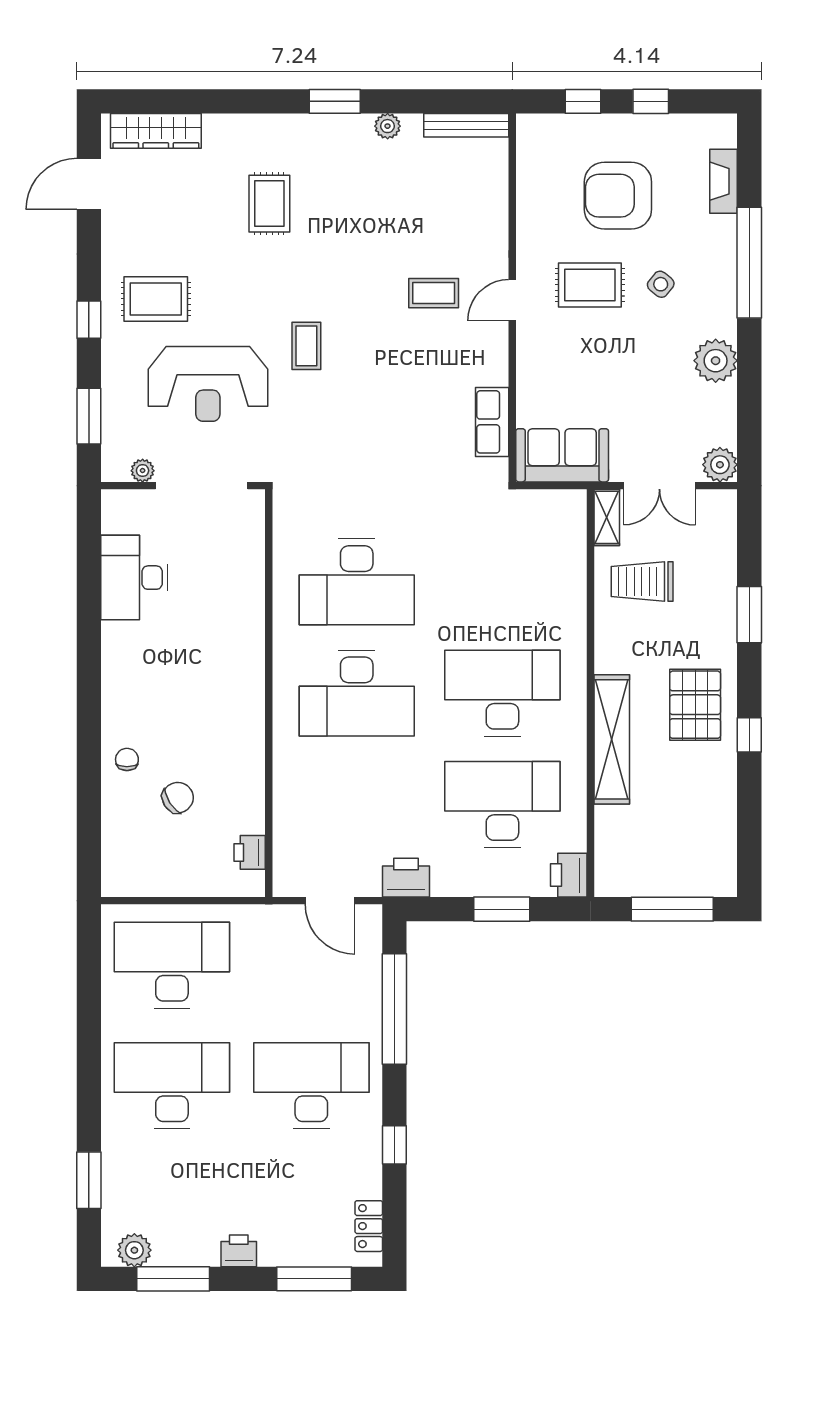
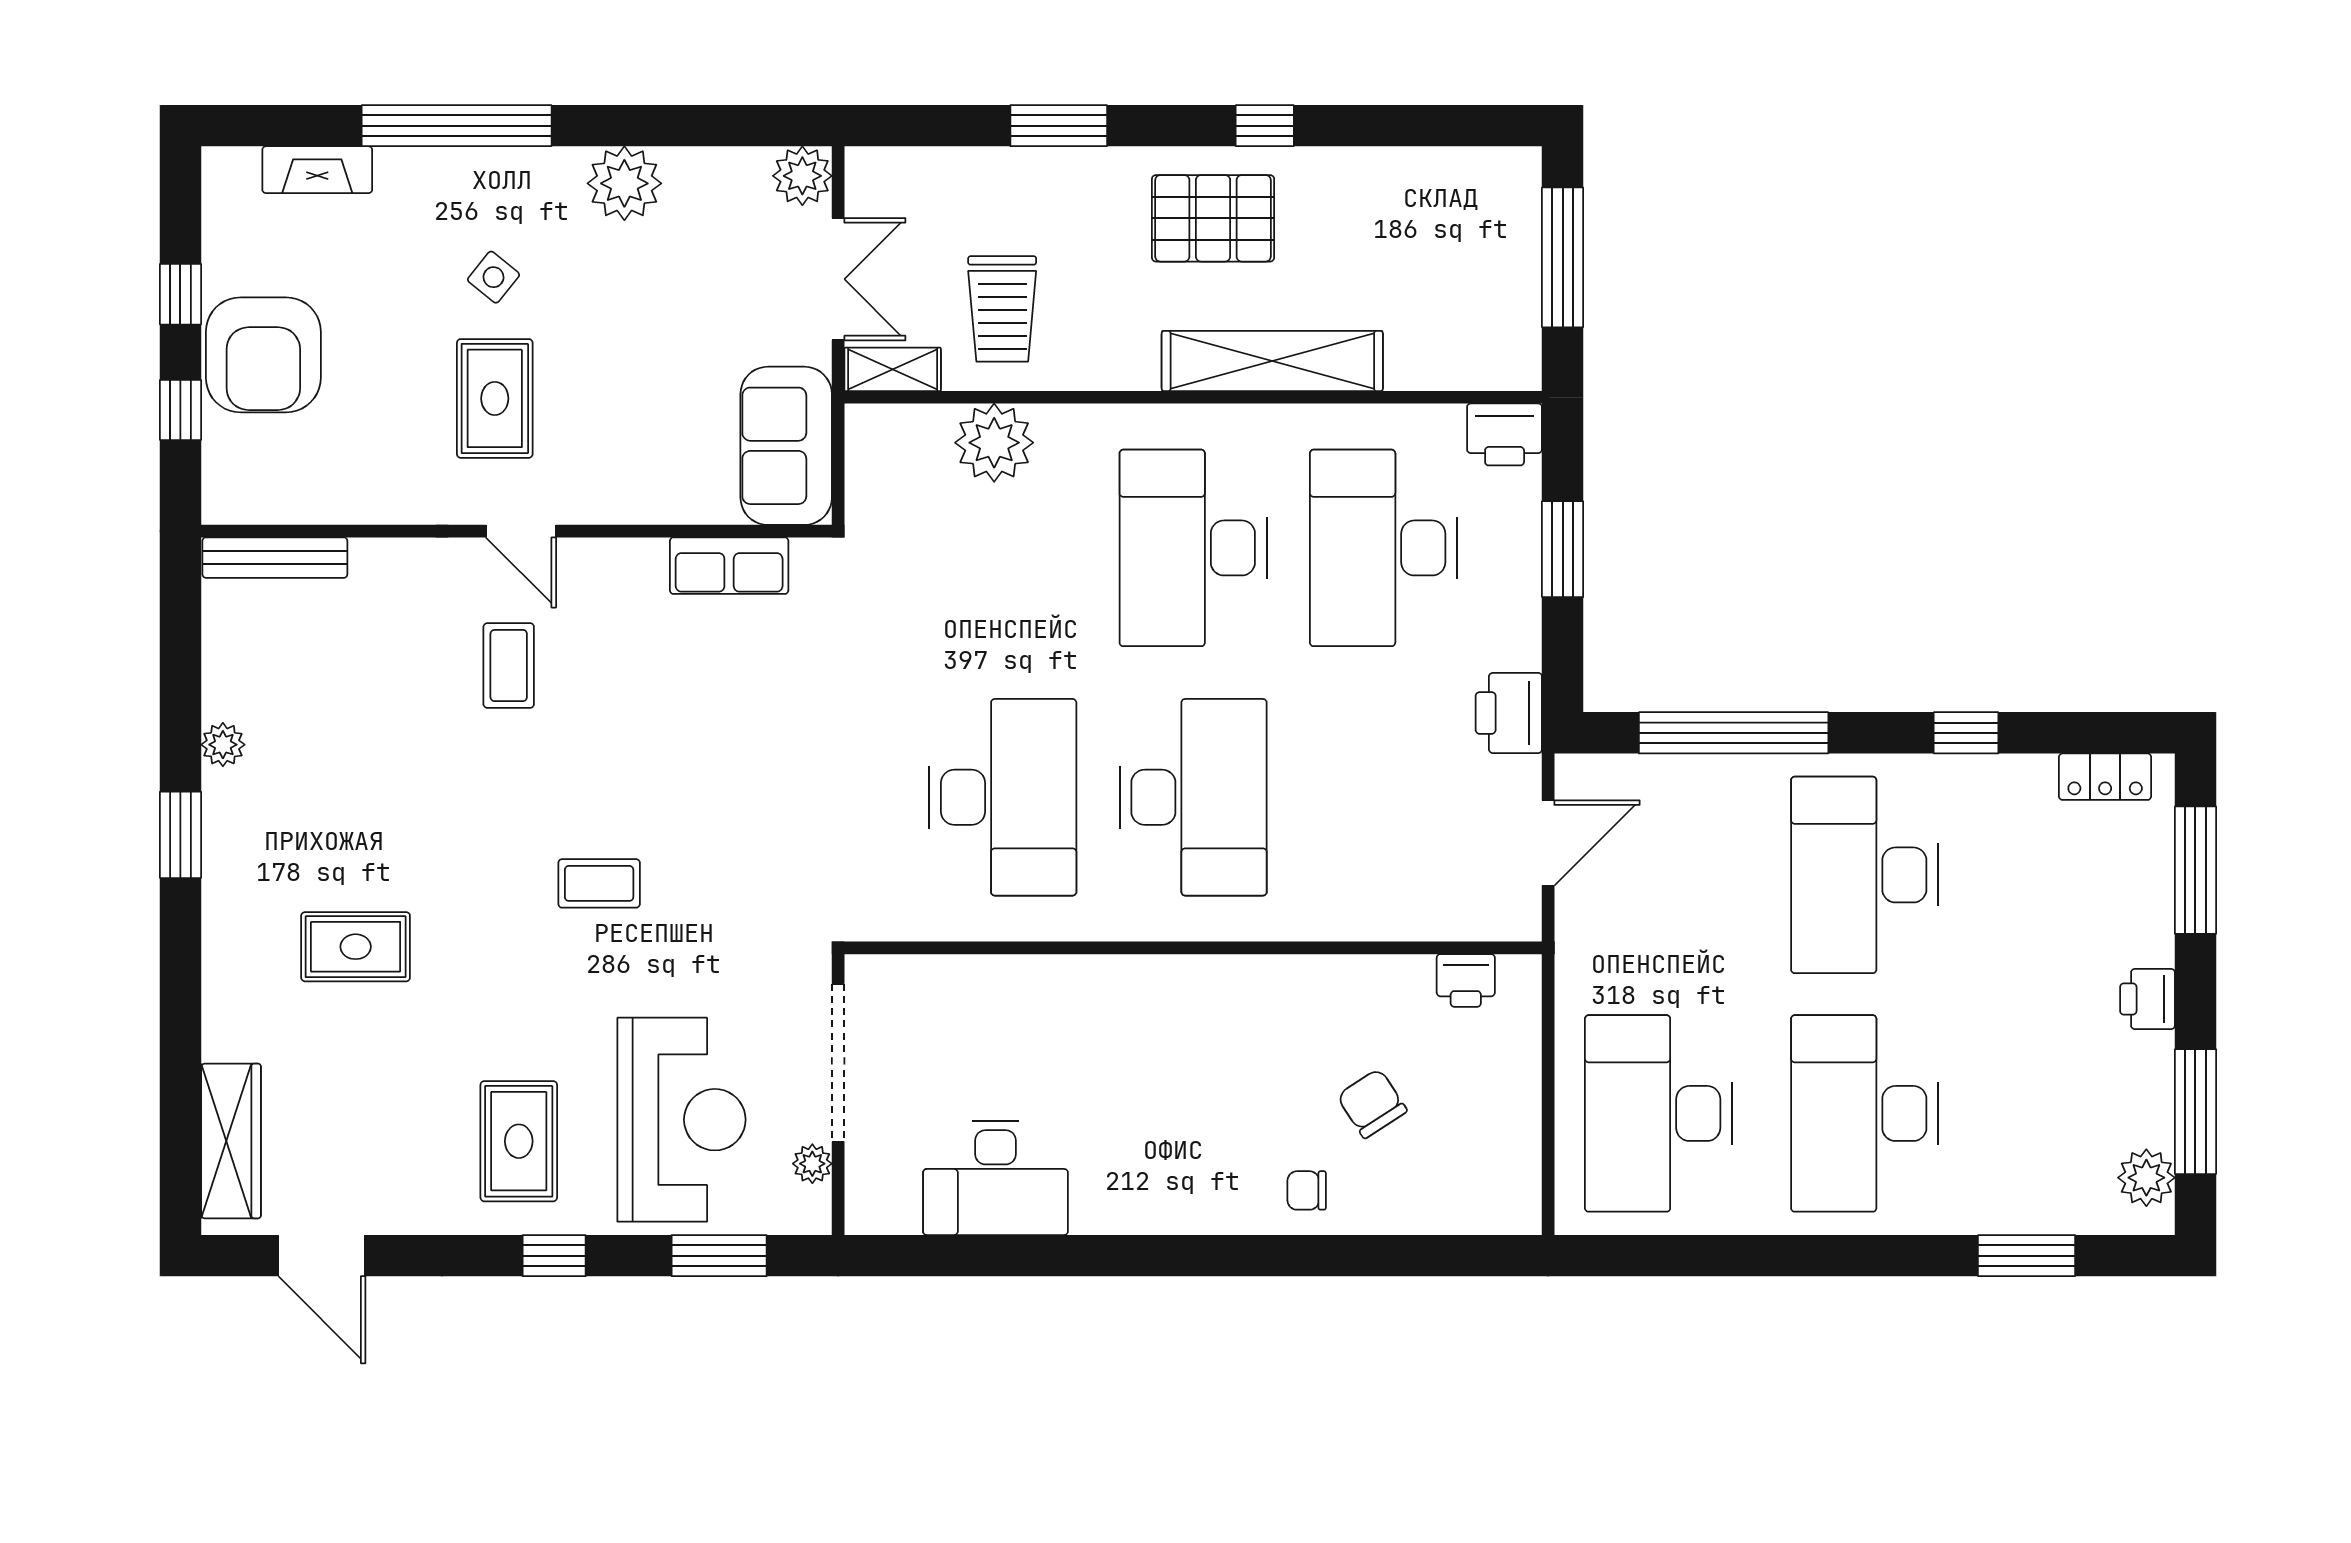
bench: (466, 125) -> (275, 558), moved, turned 90
armchair: (618, 196) -> (263, 355), moved
reception desk: (208, 384) -> (681, 1120), moved
plant: (564, 577) -> (994, 443), added

